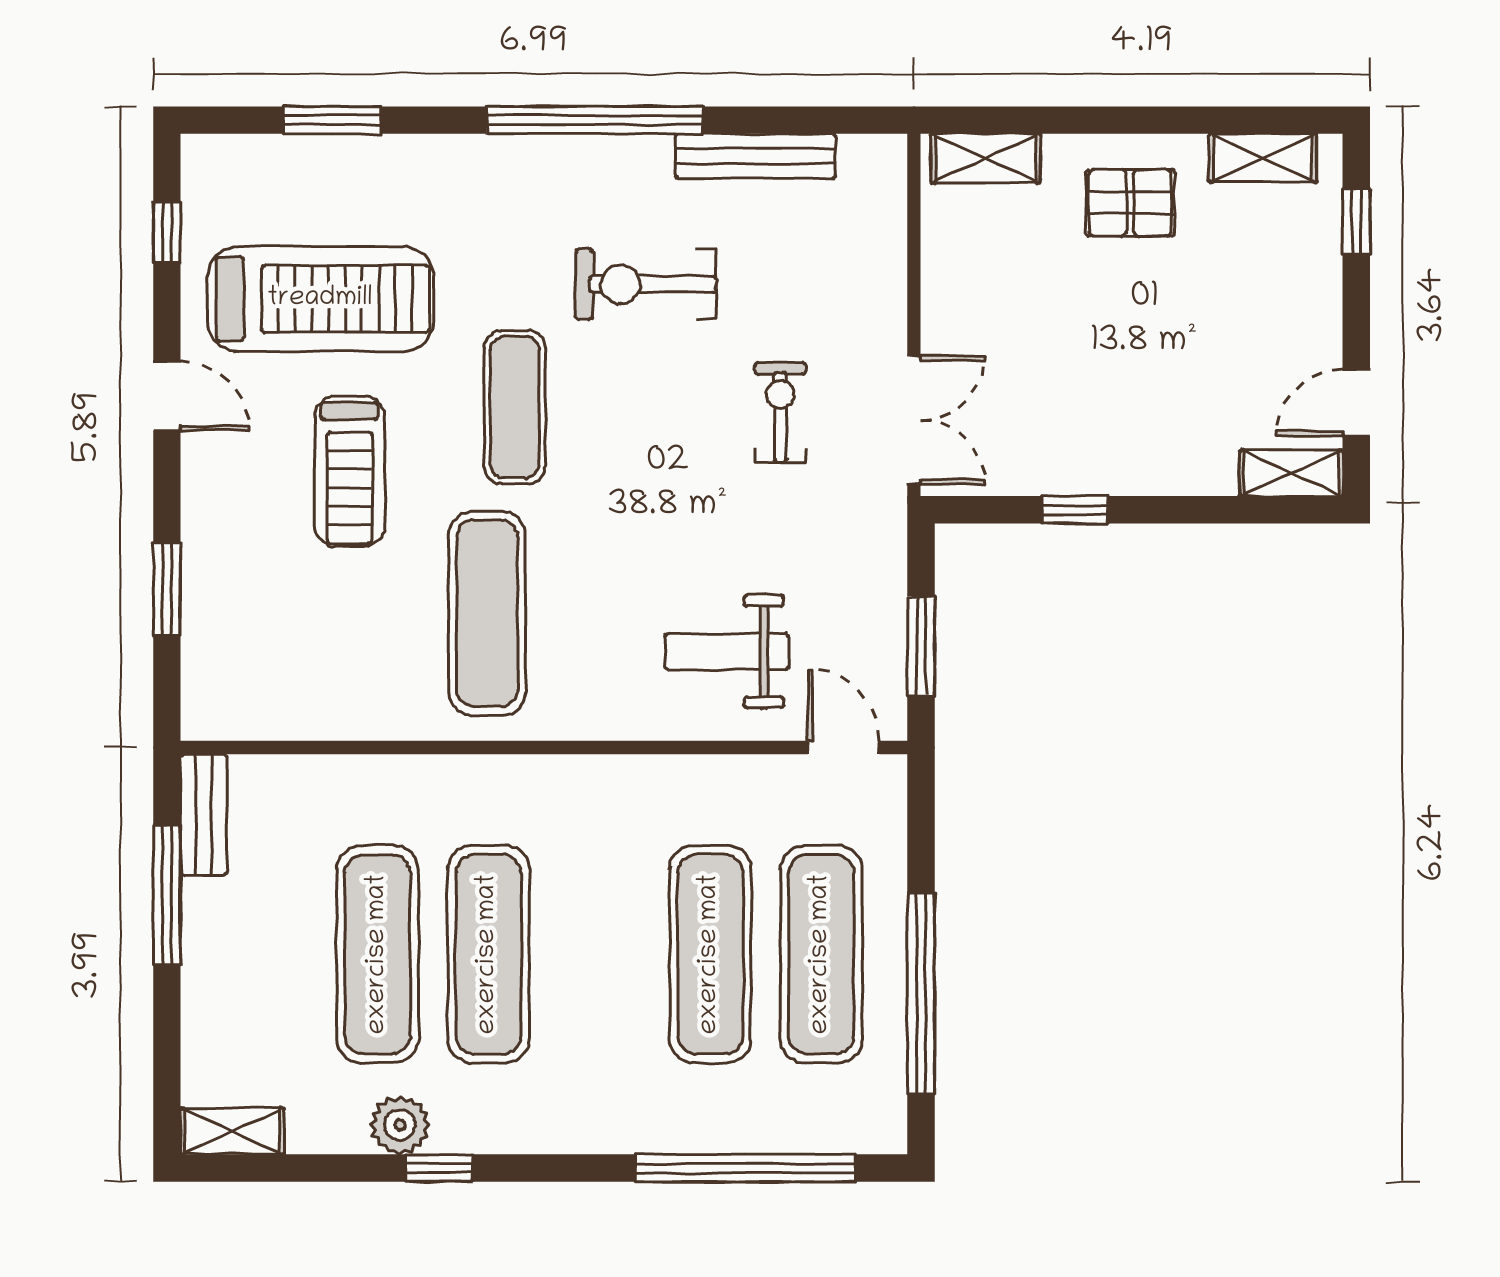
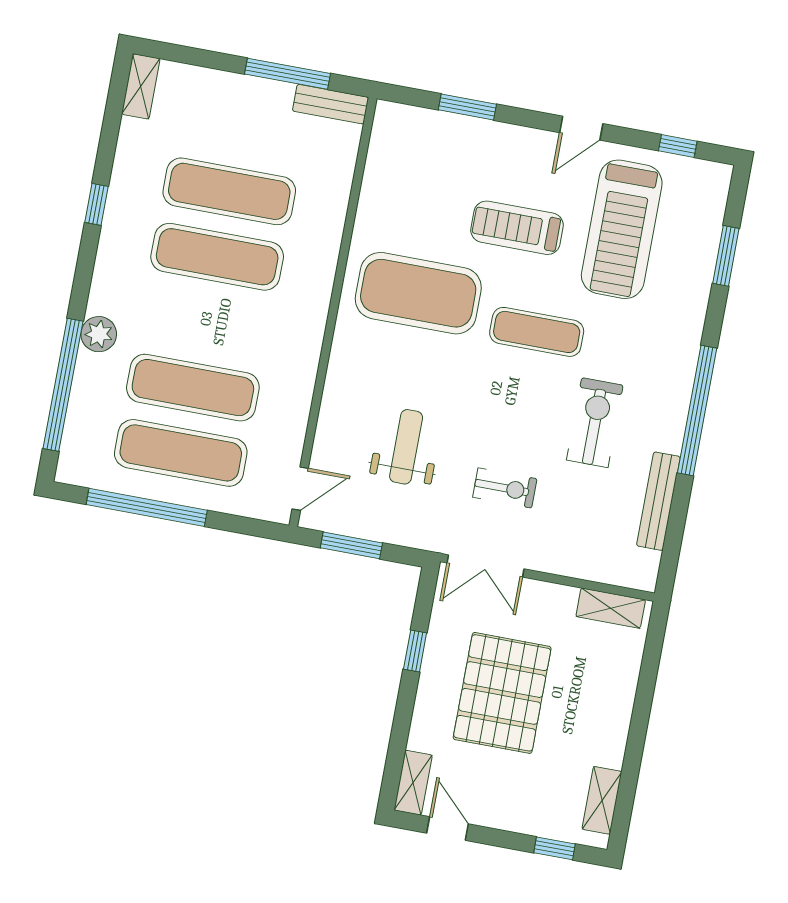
shelving: (986, 158) -> (611, 608), moved, turned 90
pallet: (1130, 203) -> (502, 693), moved, width x2.05, depth x2.00
exercise mat: (487, 613) -> (418, 293), width x1.47
weight bench: (727, 651) -> (406, 447), moved
plant: (400, 1125) -> (99, 334), moved

